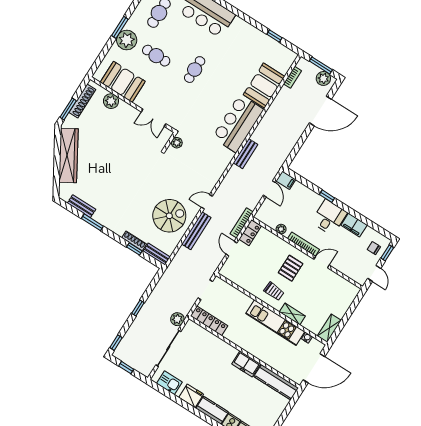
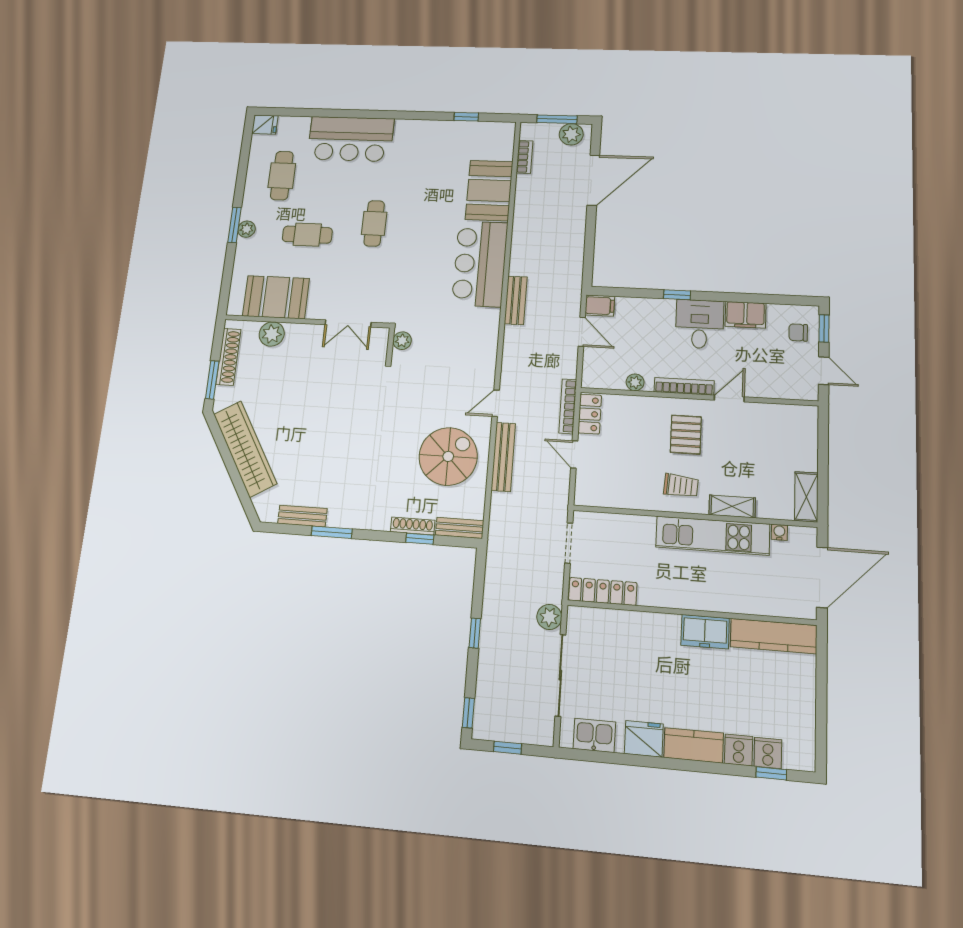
plant: (127, 40) -> (247, 229), width x0.53, depth x0.53

